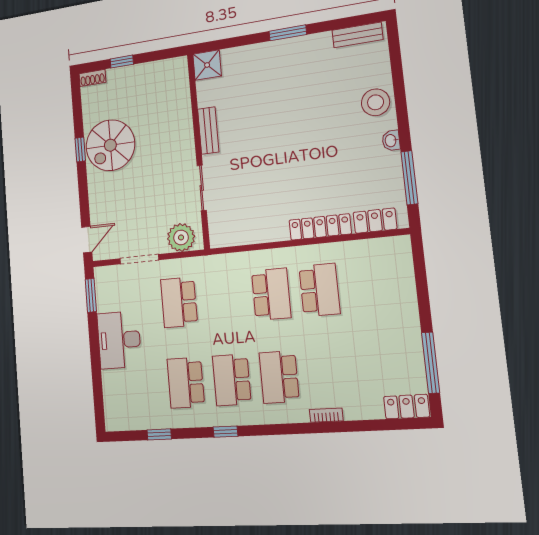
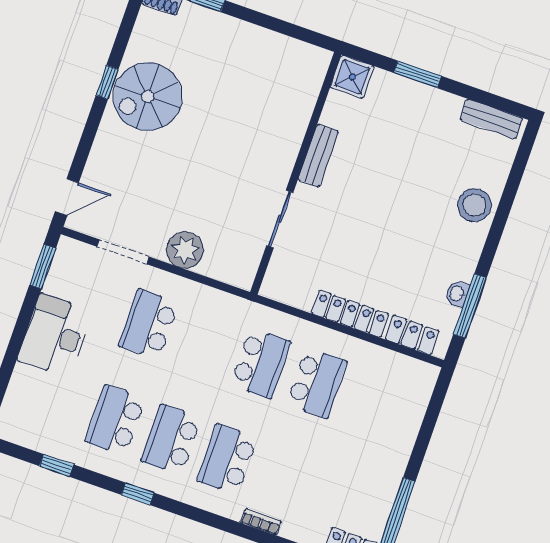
shower: (207, 65) -> (352, 77), moved
bench: (208, 130) -> (318, 155), moved
washbasin: (391, 141) -> (457, 294), moved
wall: (198, 151) -> (296, 173), moved
sliding door: (202, 188) -> (280, 219), moved

